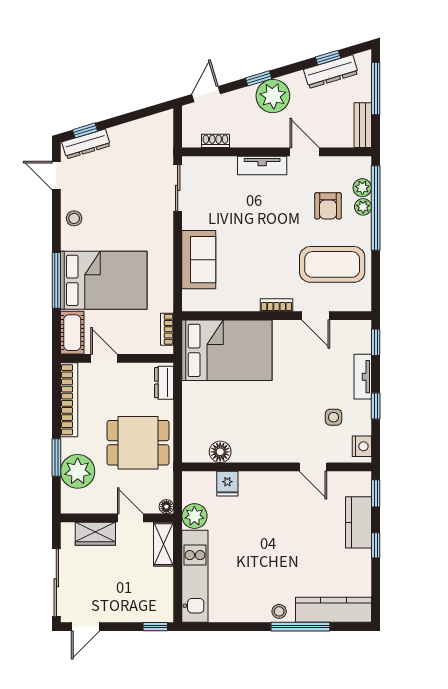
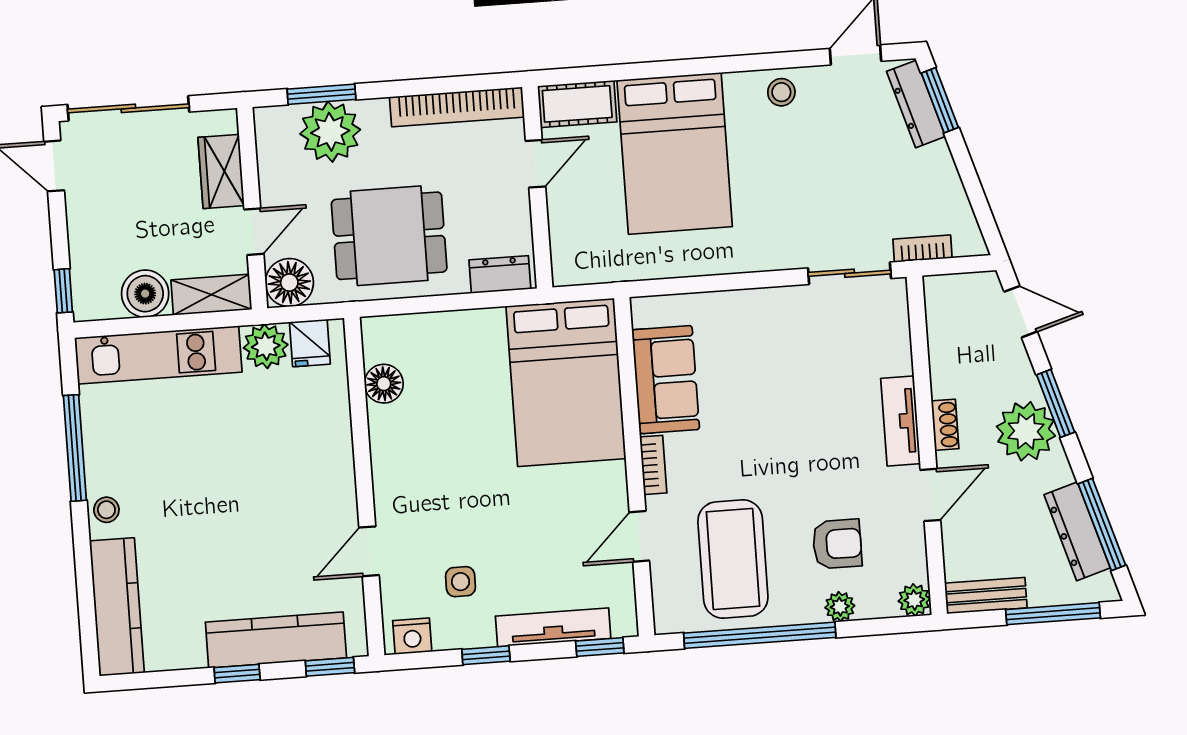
window: (328, 58) -> (1102, 524), width x2.17
window: (259, 78) -> (1056, 403), width x1.50
window: (85, 130) -> (940, 100), width x1.50
shoe rack: (215, 141) -> (945, 425), moved
plant: (362, 188) -> (914, 600), moved
armchair: (328, 206) -> (837, 544), turned 180
window: (376, 208) -> (760, 635), moved
sofa: (199, 260) -> (666, 380), moved, turned -90
window: (56, 280) -> (668, 69), removed
bookcase: (167, 329) -> (922, 249), moved
tv unit: (363, 377) -> (553, 627), width x1.41
dining table: (138, 443) -> (389, 236), turned 90
window: (56, 458) -> (321, 94), moved
fridge: (227, 484) -> (310, 343), moved, turned -90
floor lamp: (166, 507) -> (289, 283), width x1.89, depth x1.89
kitchen counter: (359, 522) -> (276, 640), width x1.50
boiler: (160, 581) -> (145, 294), added
window: (300, 627) -> (75, 448), moved

